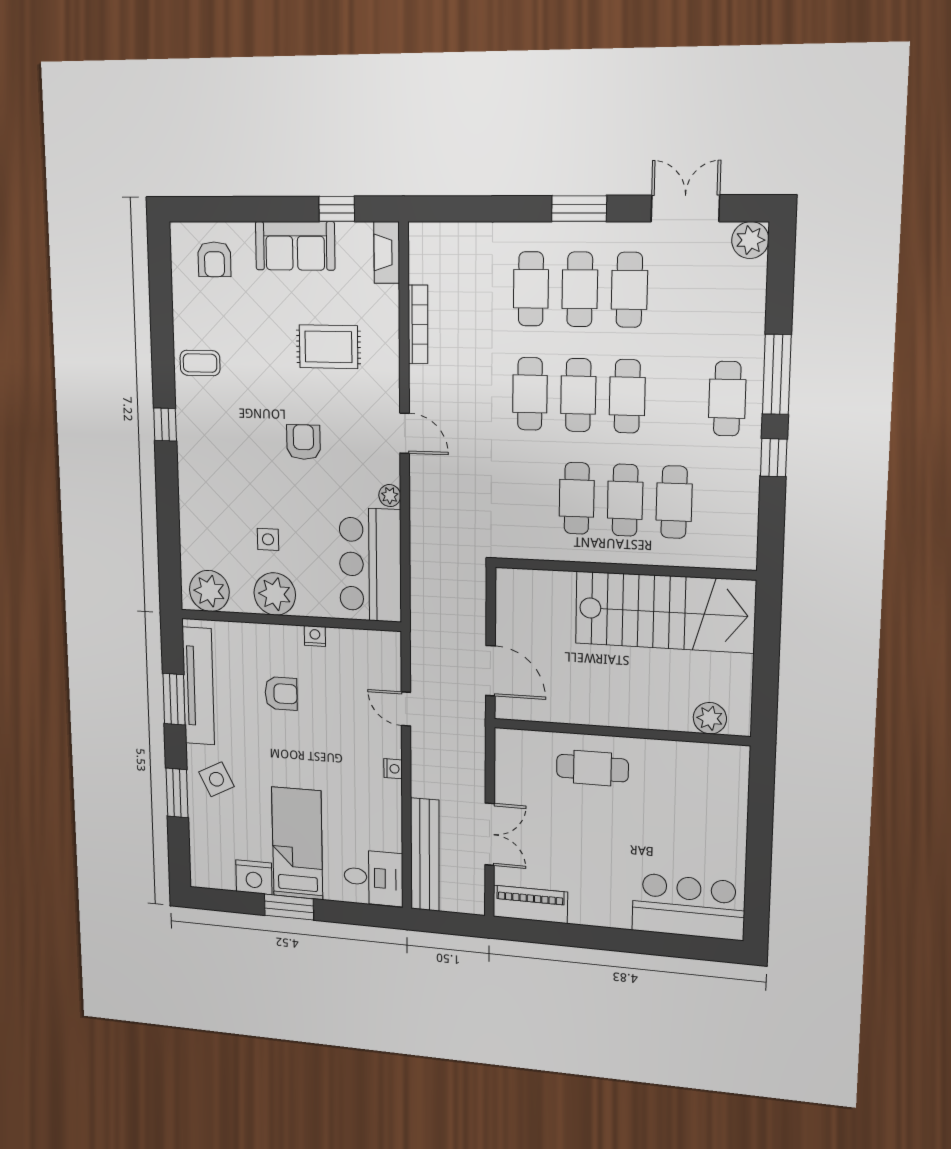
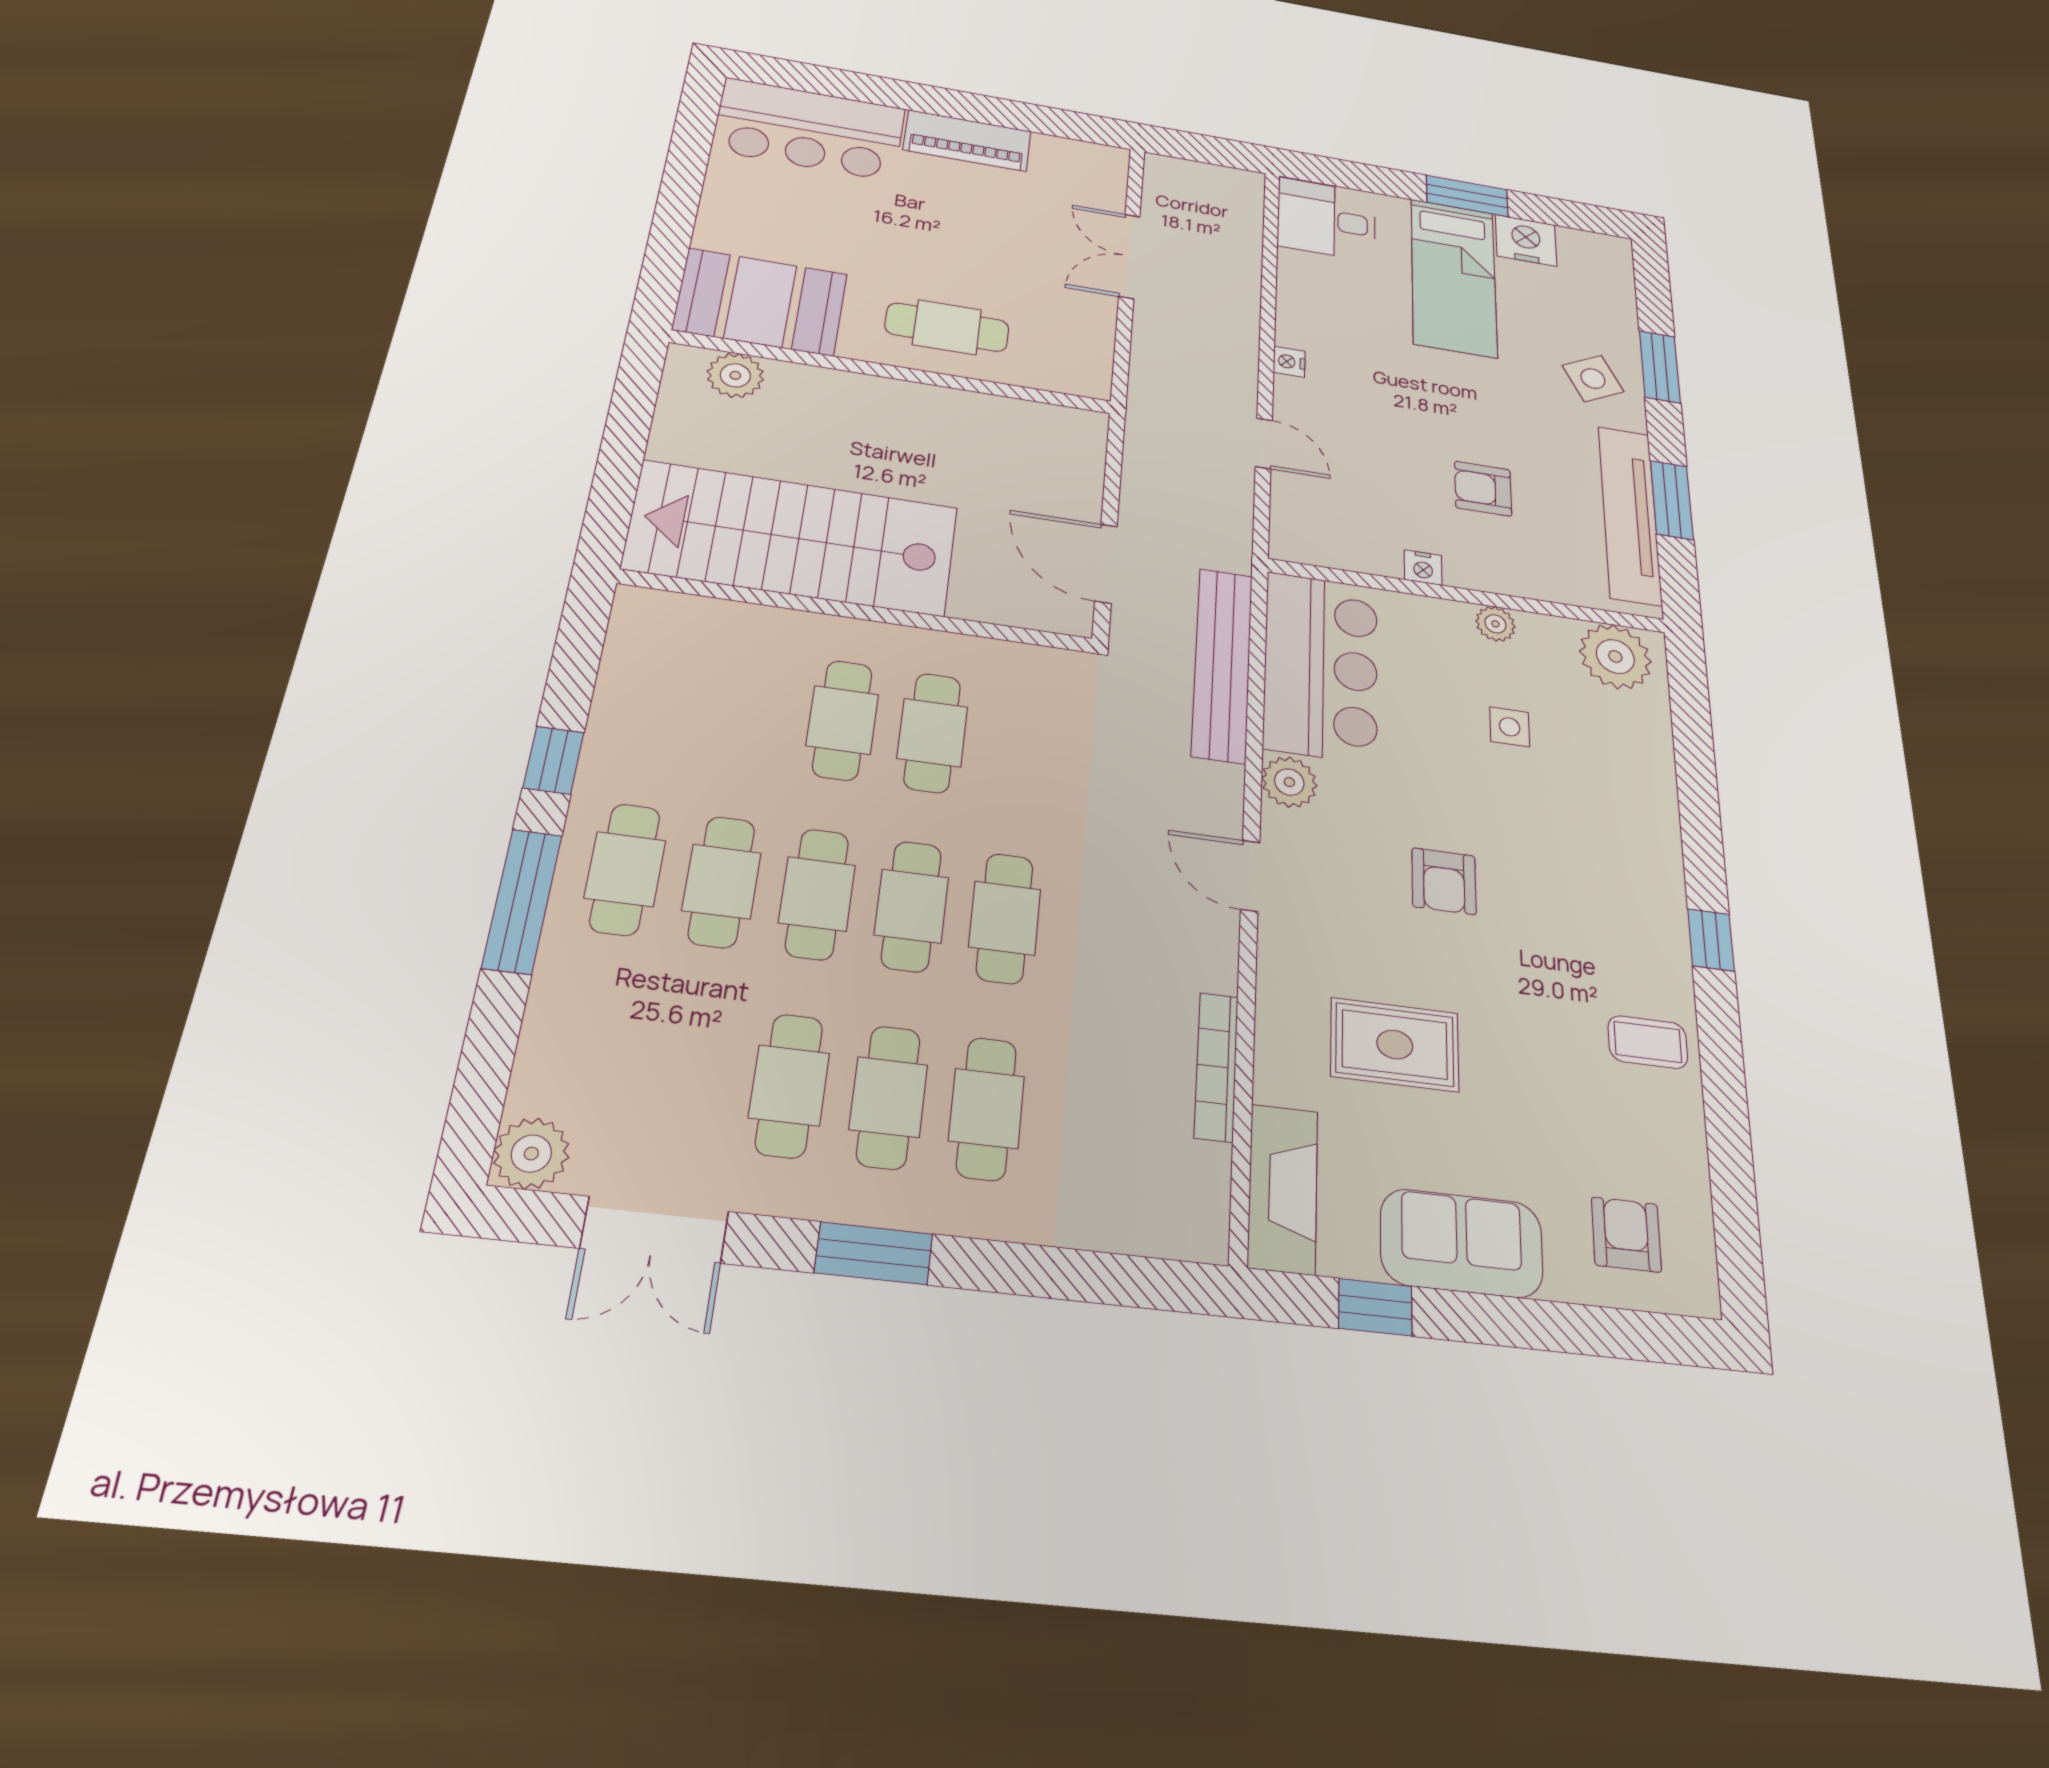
fireplace: (387, 252) -> (1283, 1189), width x1.37, depth x1.32
plant: (390, 496) -> (1289, 782), width x1.38, depth x1.38
cafe table: (674, 502) -> (722, 882), moved
plant: (275, 594) -> (1495, 624), width x0.53, depth x0.53
door: (490, 671) -> (1106, 564), moved
booth: (702, 773) -> (760, 302), added
bench: (425, 855) -> (1222, 664), moved
piano: (530, 904) -> (967, 141), moved

